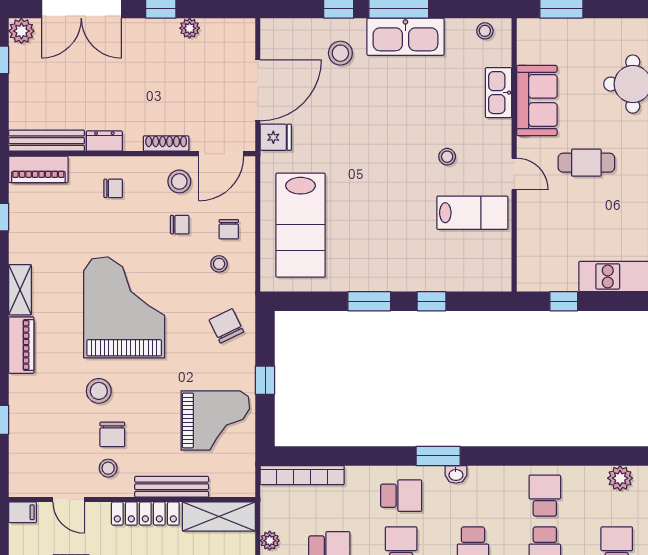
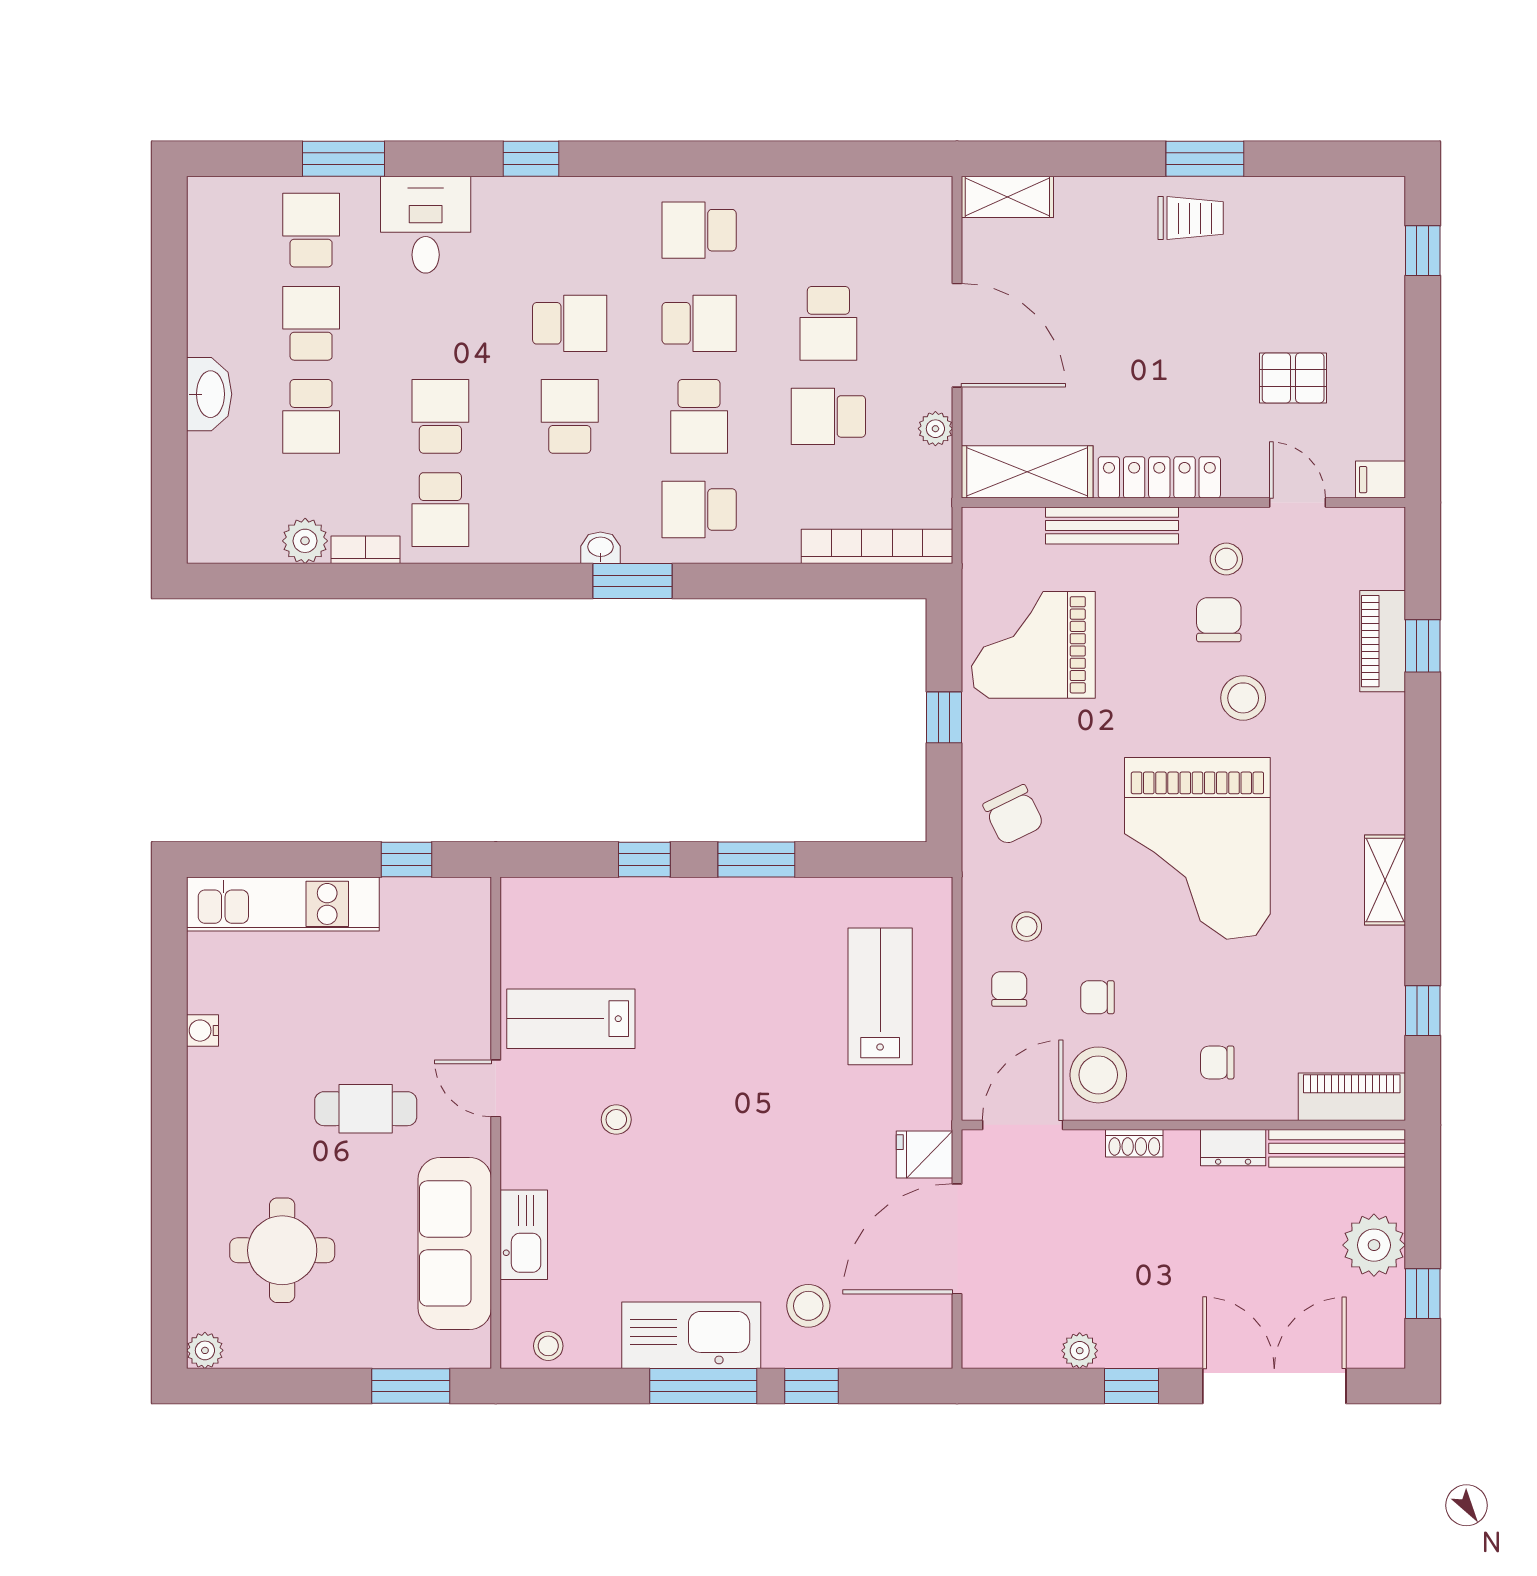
plant: (21, 31) -> (1374, 1245), moved, width x1.36, depth x1.36
sofa: (537, 100) -> (455, 1243), width x1.36
shoe rack: (166, 144) -> (1134, 1143), width x0.70
stool: (179, 181) -> (1098, 1075), width x1.38, depth x1.38
lab bench: (301, 225) -> (880, 996), width x0.73, depth x0.72
piano: (21, 345) -> (1383, 641), moved
bookcase: (586, 473) -> (366, 550), added

